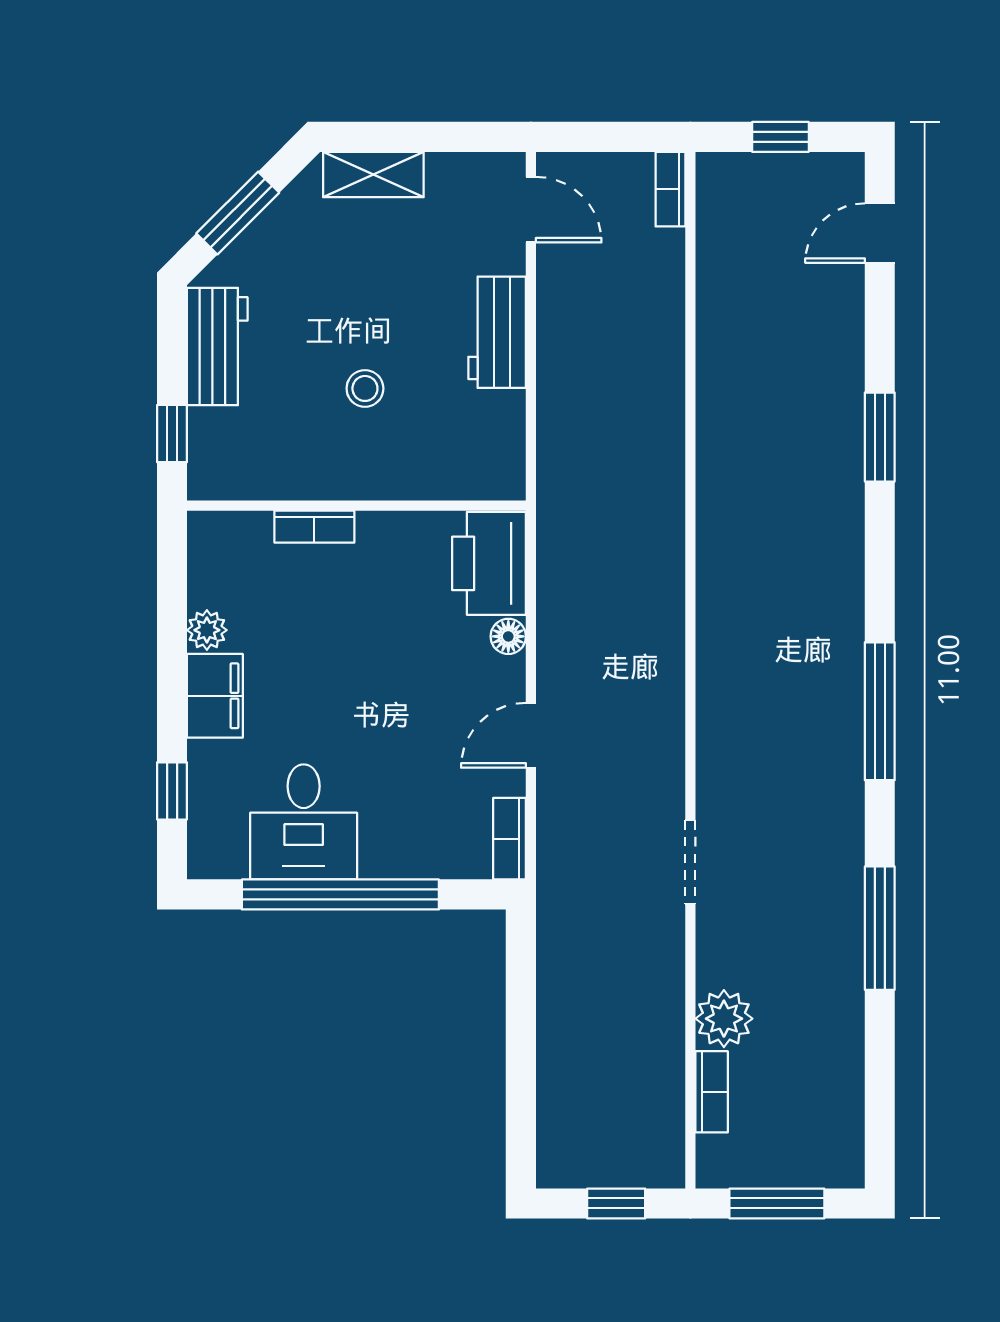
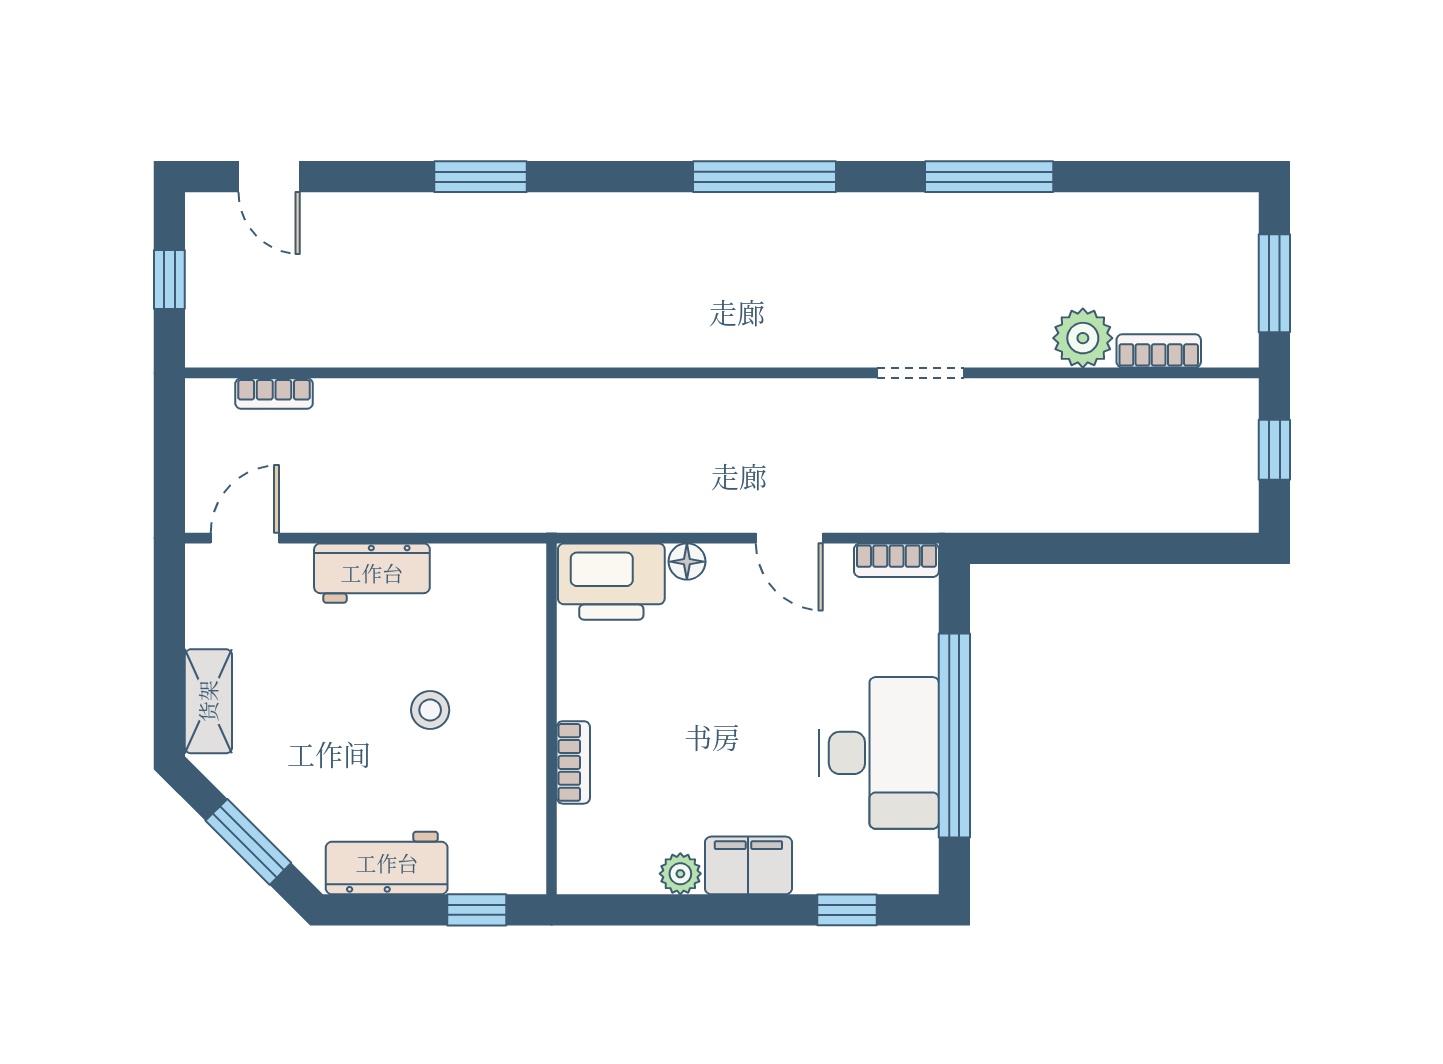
bookcase: (670, 189) -> (274, 394), moved
desk: (304, 822) -> (879, 753), width x1.37

